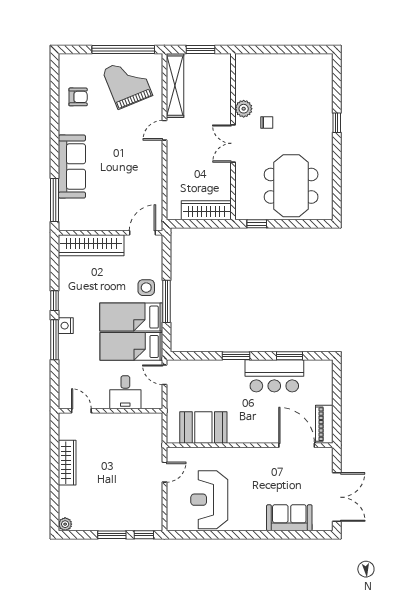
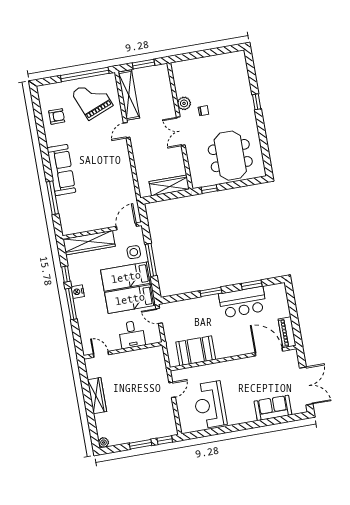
wall: (110, 233) -> (102, 231), moved
door: (142, 233) -> (126, 226), moved
wardrobe: (91, 245) -> (89, 243), moved

